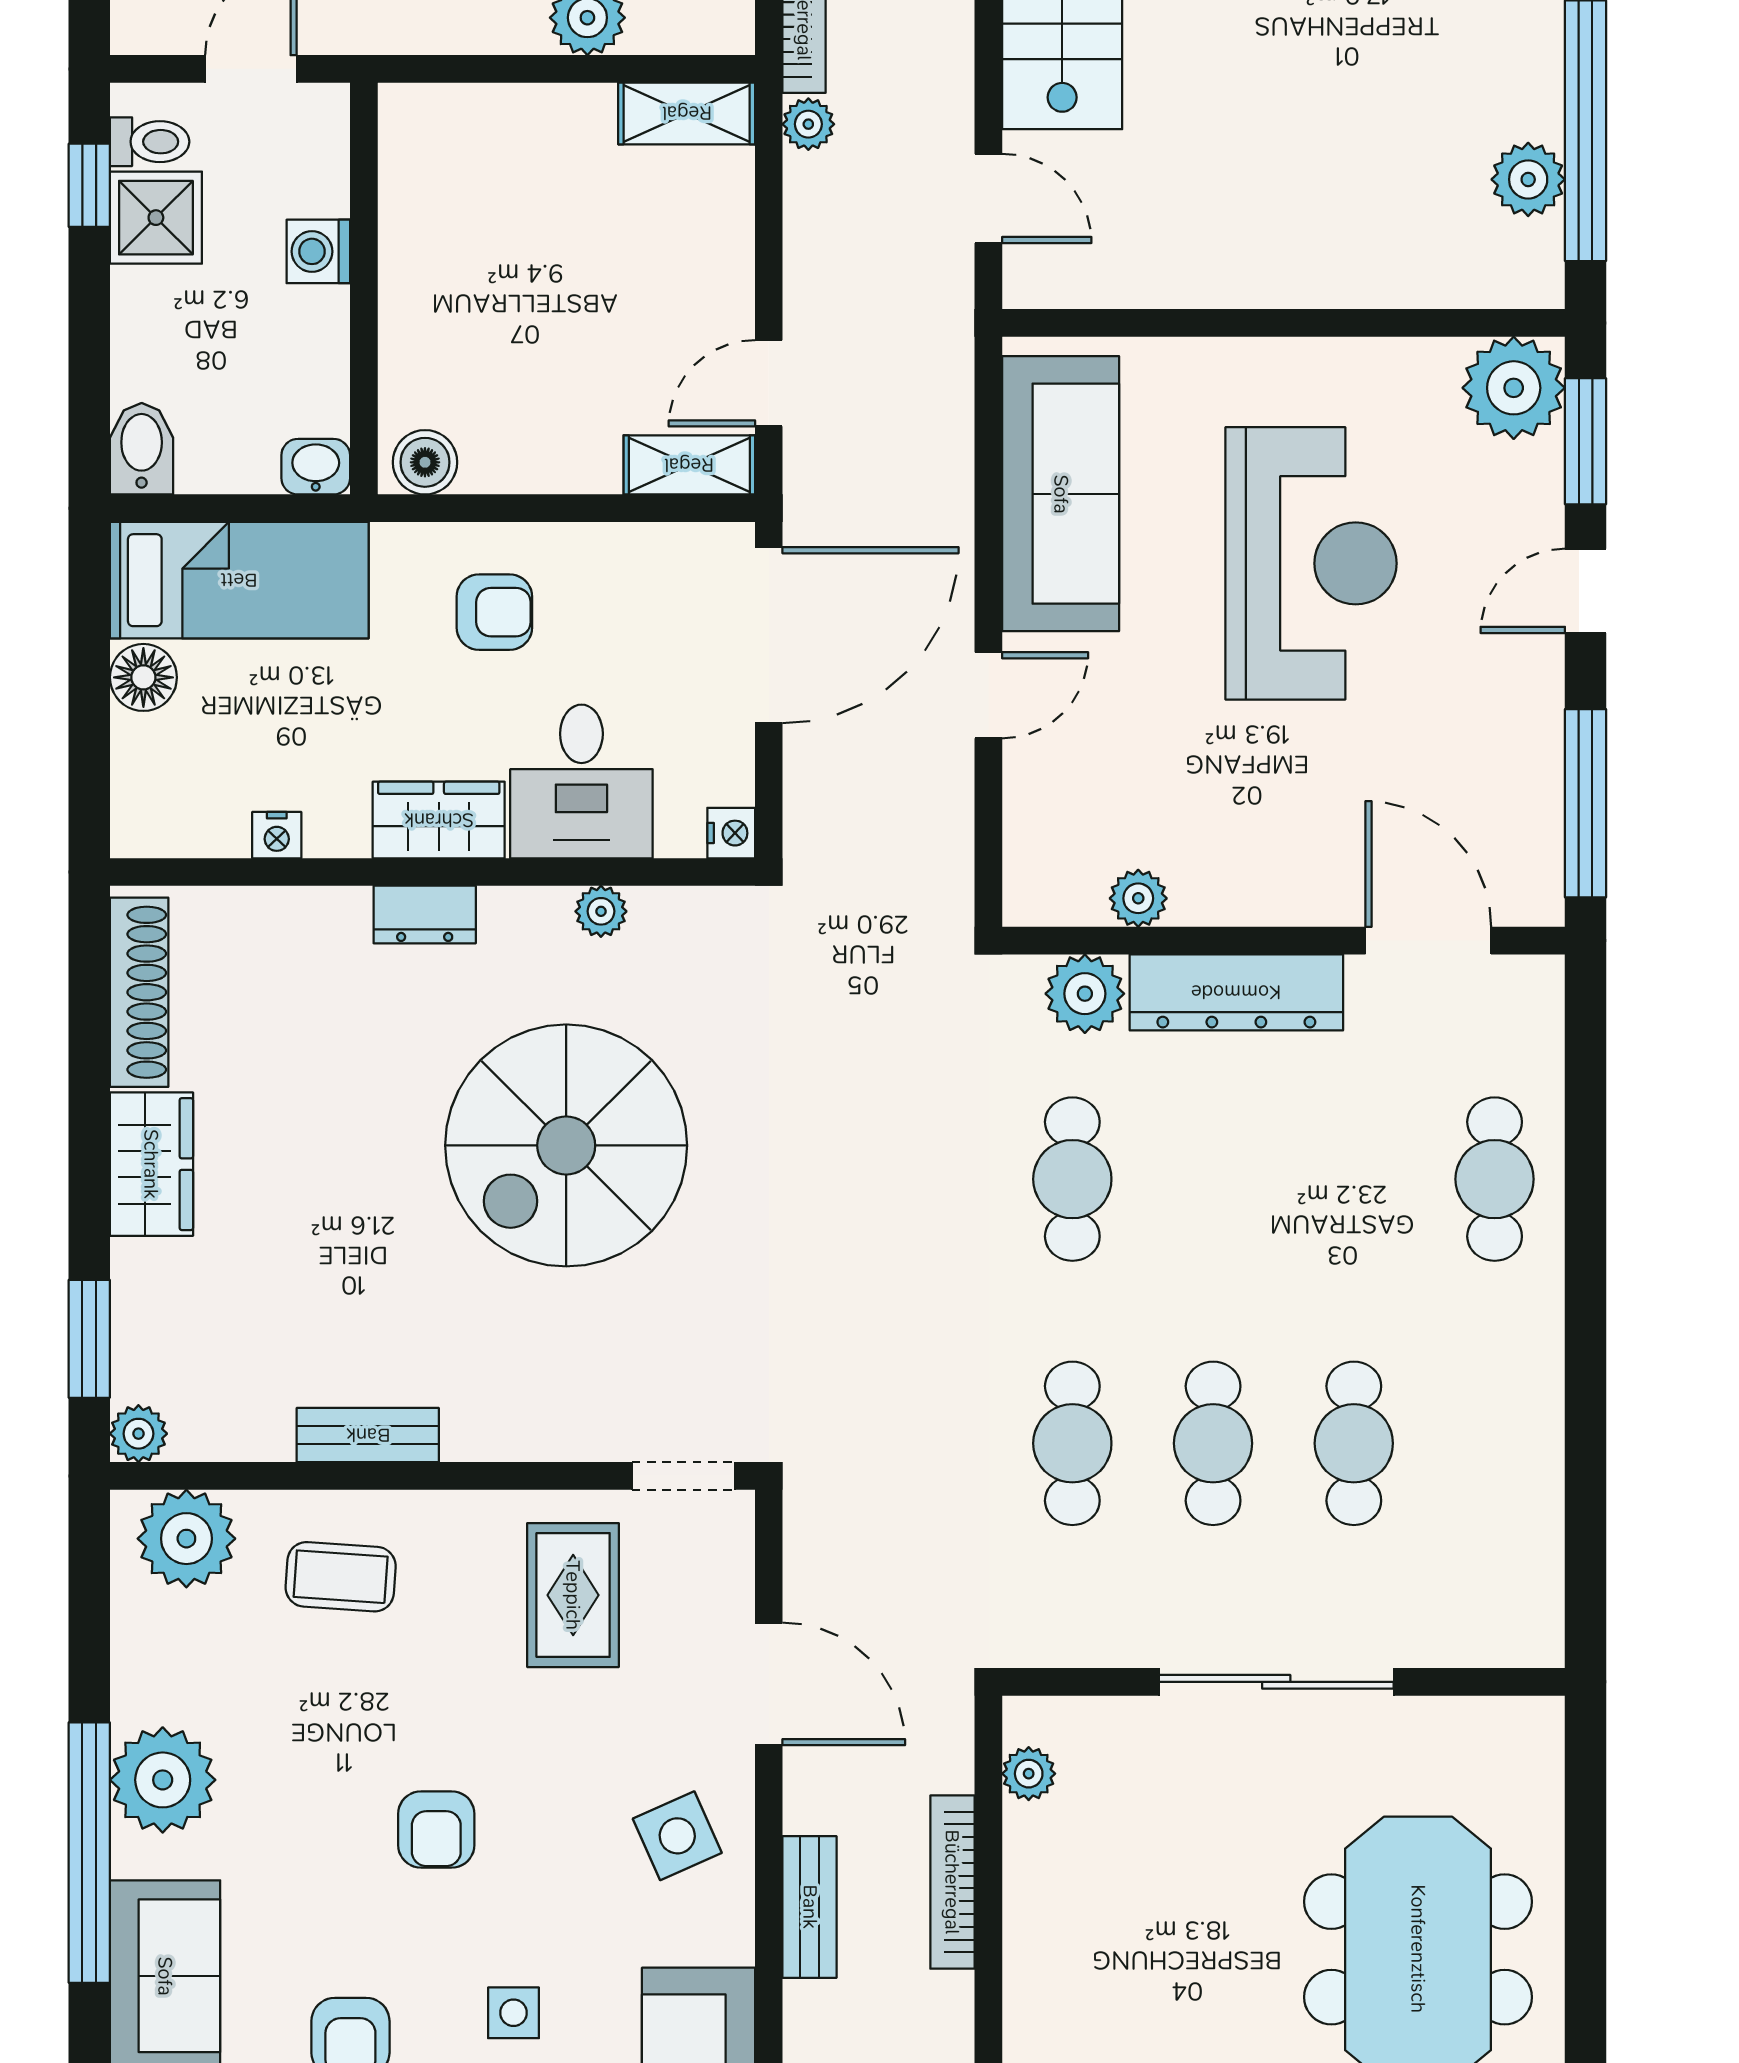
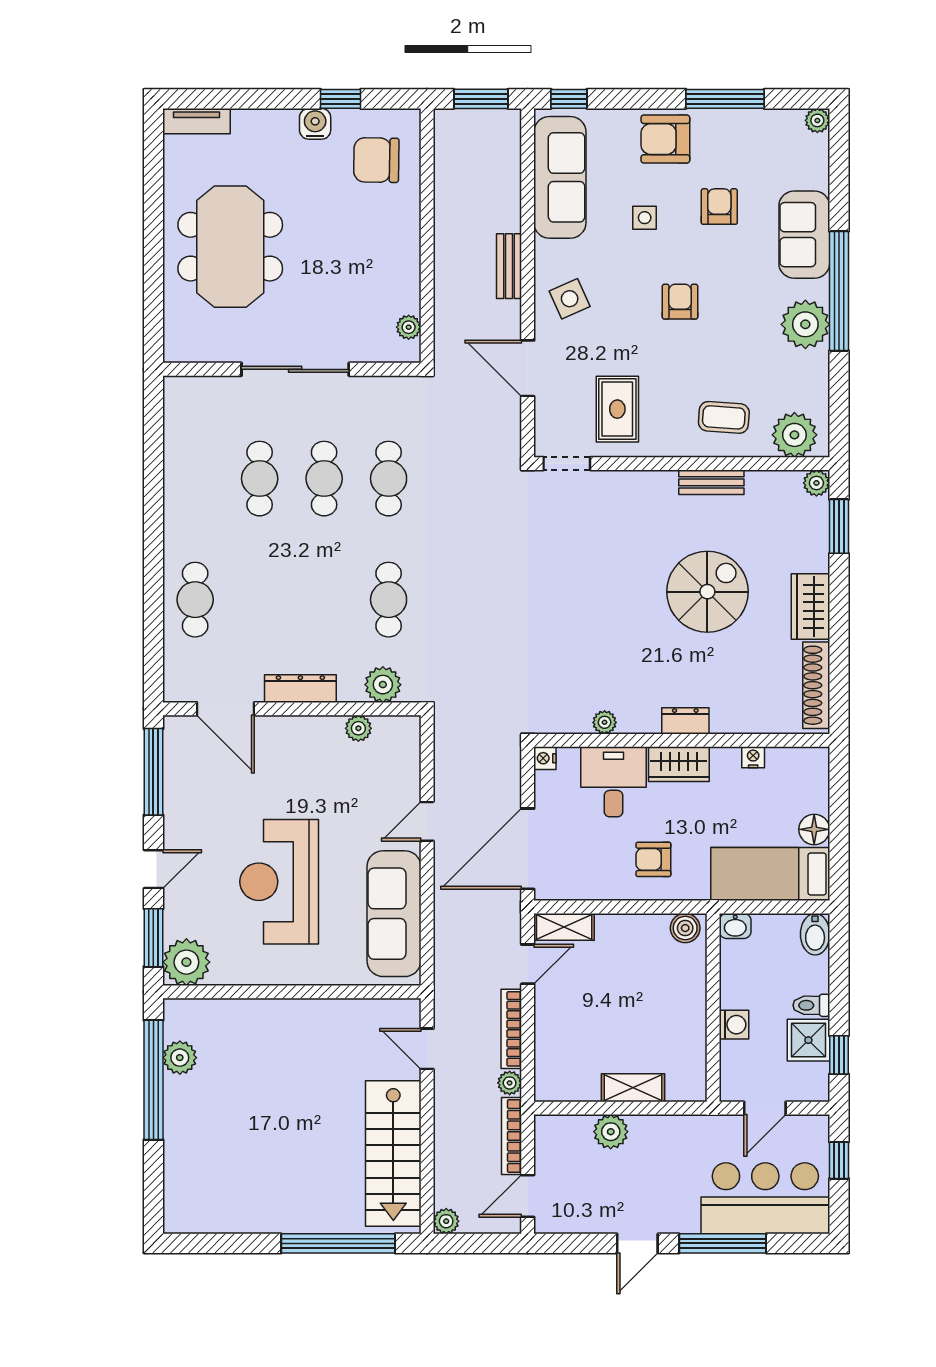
shelving: (687, 113) -> (633, 1088), moved
toilet: (150, 142) -> (811, 1005), moved
dresser: (1236, 992) -> (300, 689), width x0.73, depth x0.80
spiral stairs: (566, 1145) -> (707, 592), moved, width x0.73, depth x0.73
bookcase: (952, 1882) -> (511, 1029), moved, turned 180

